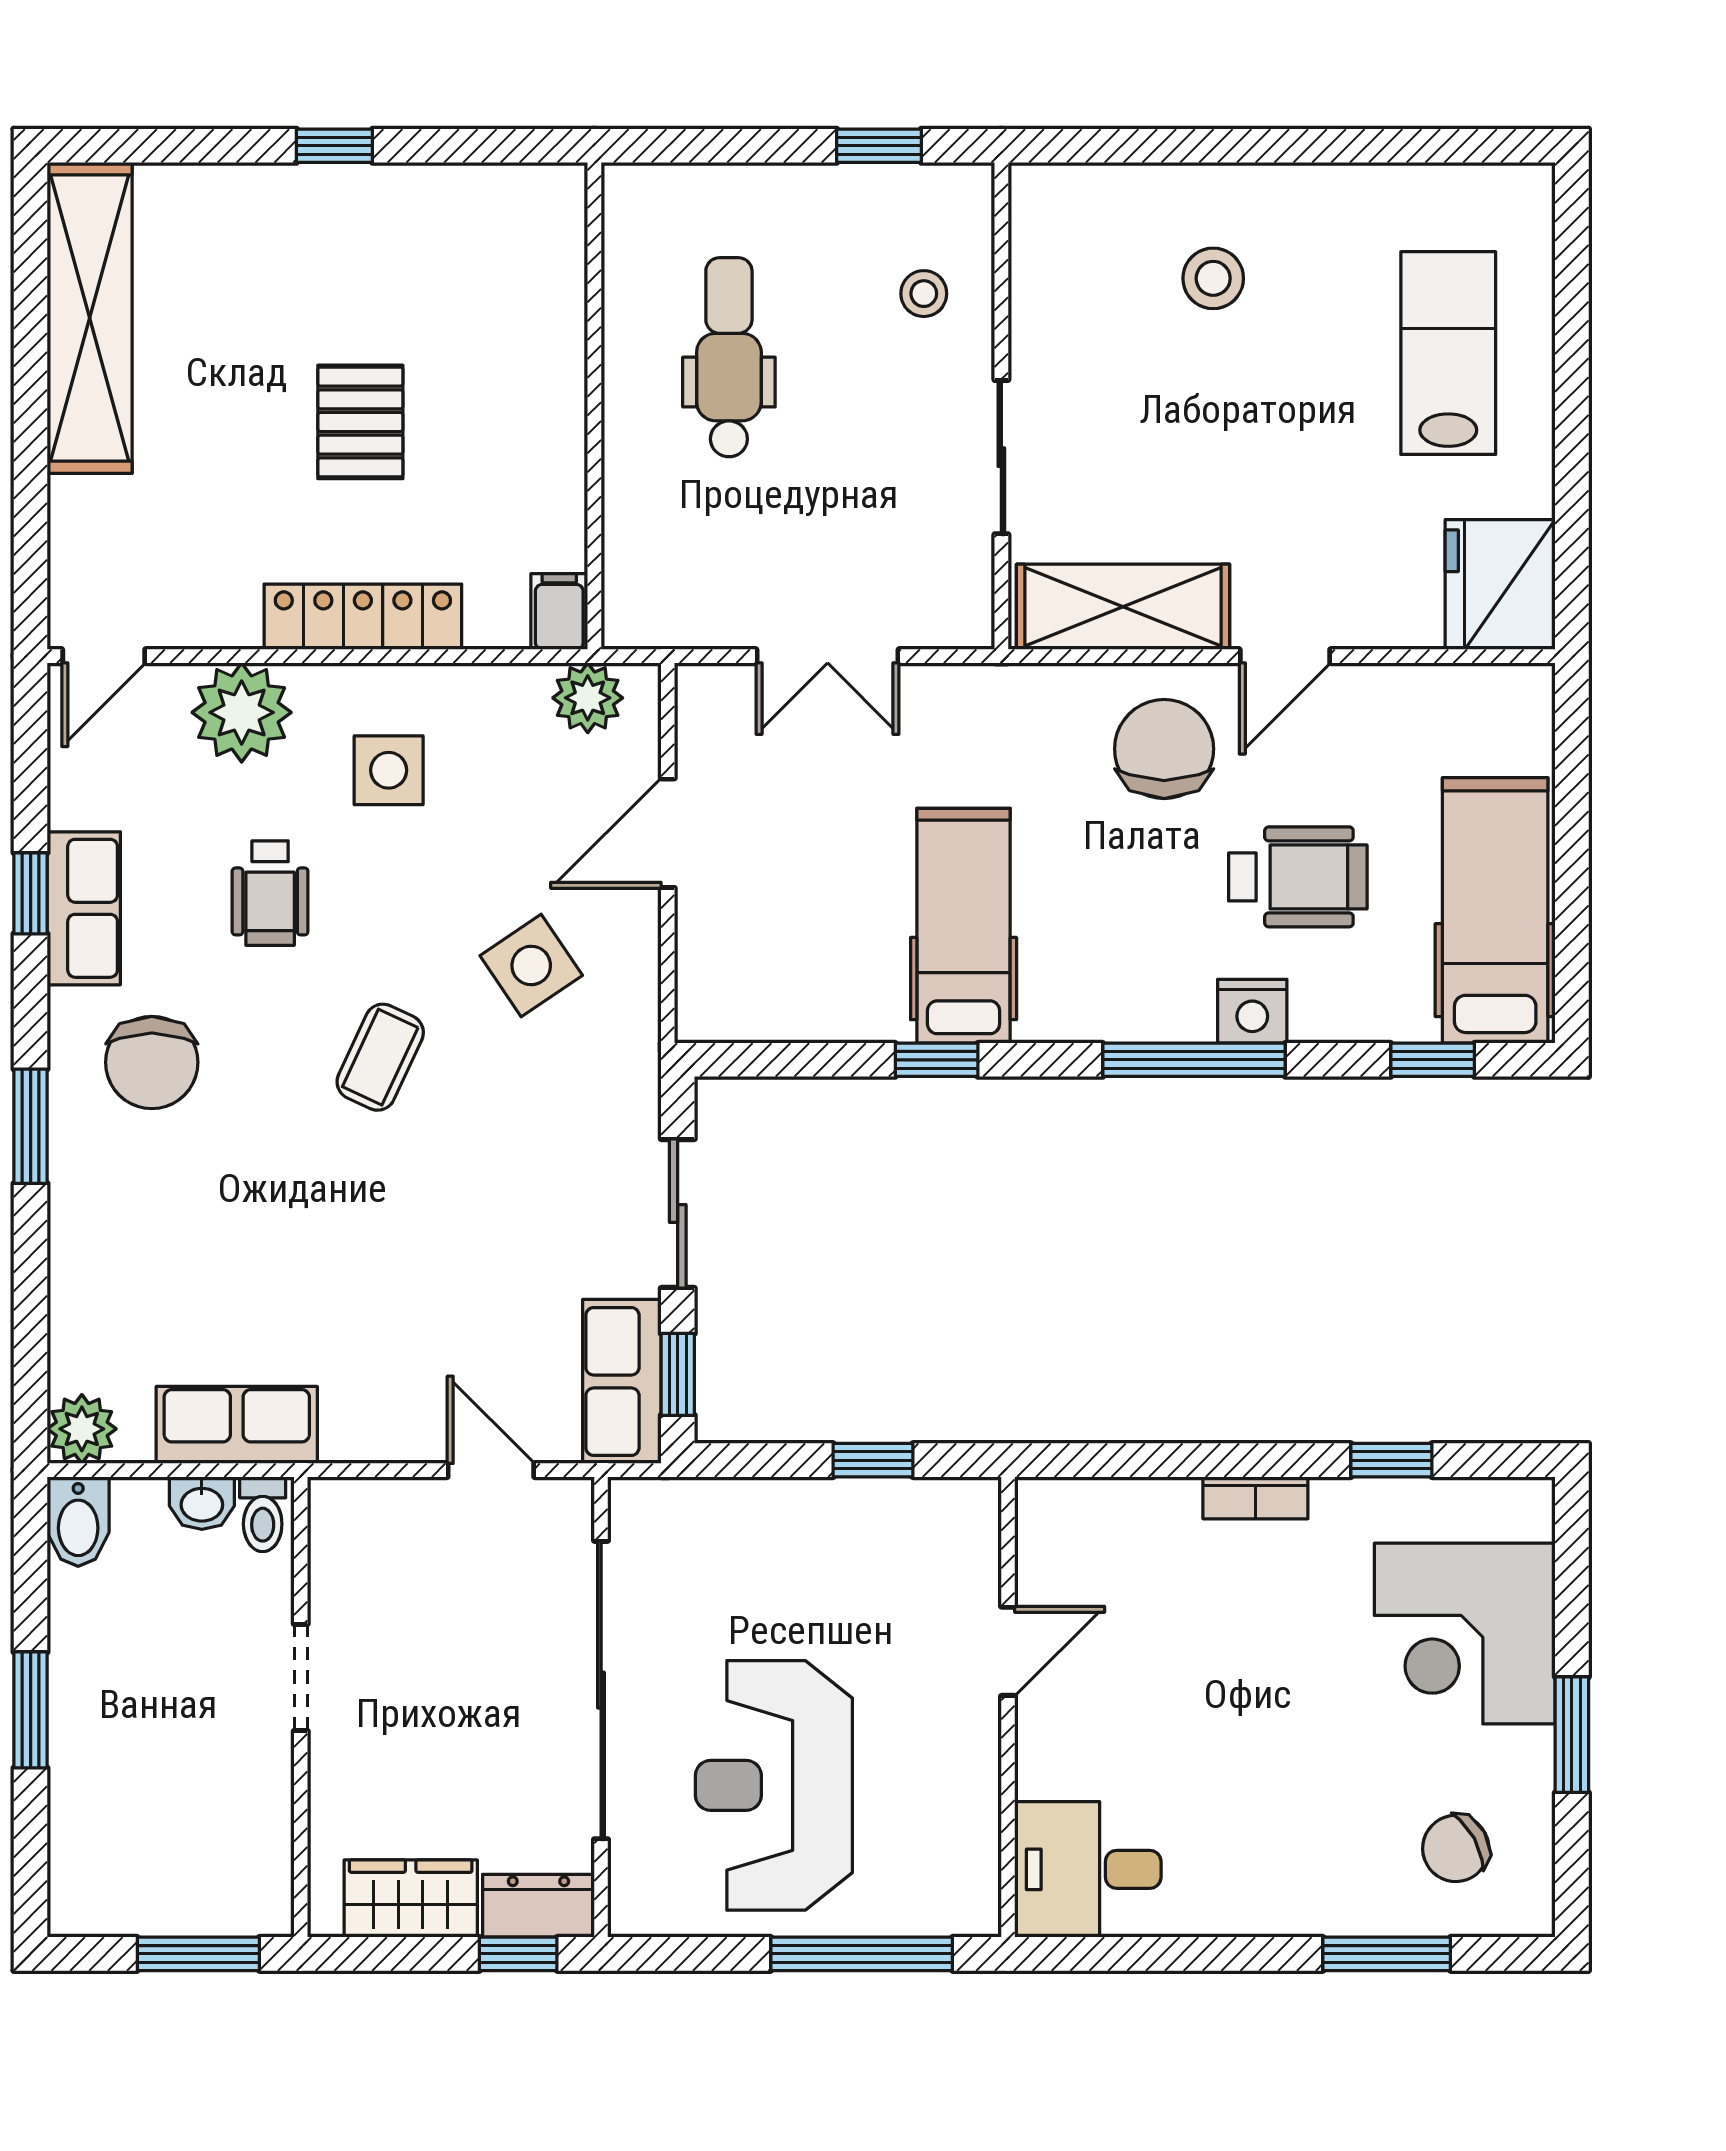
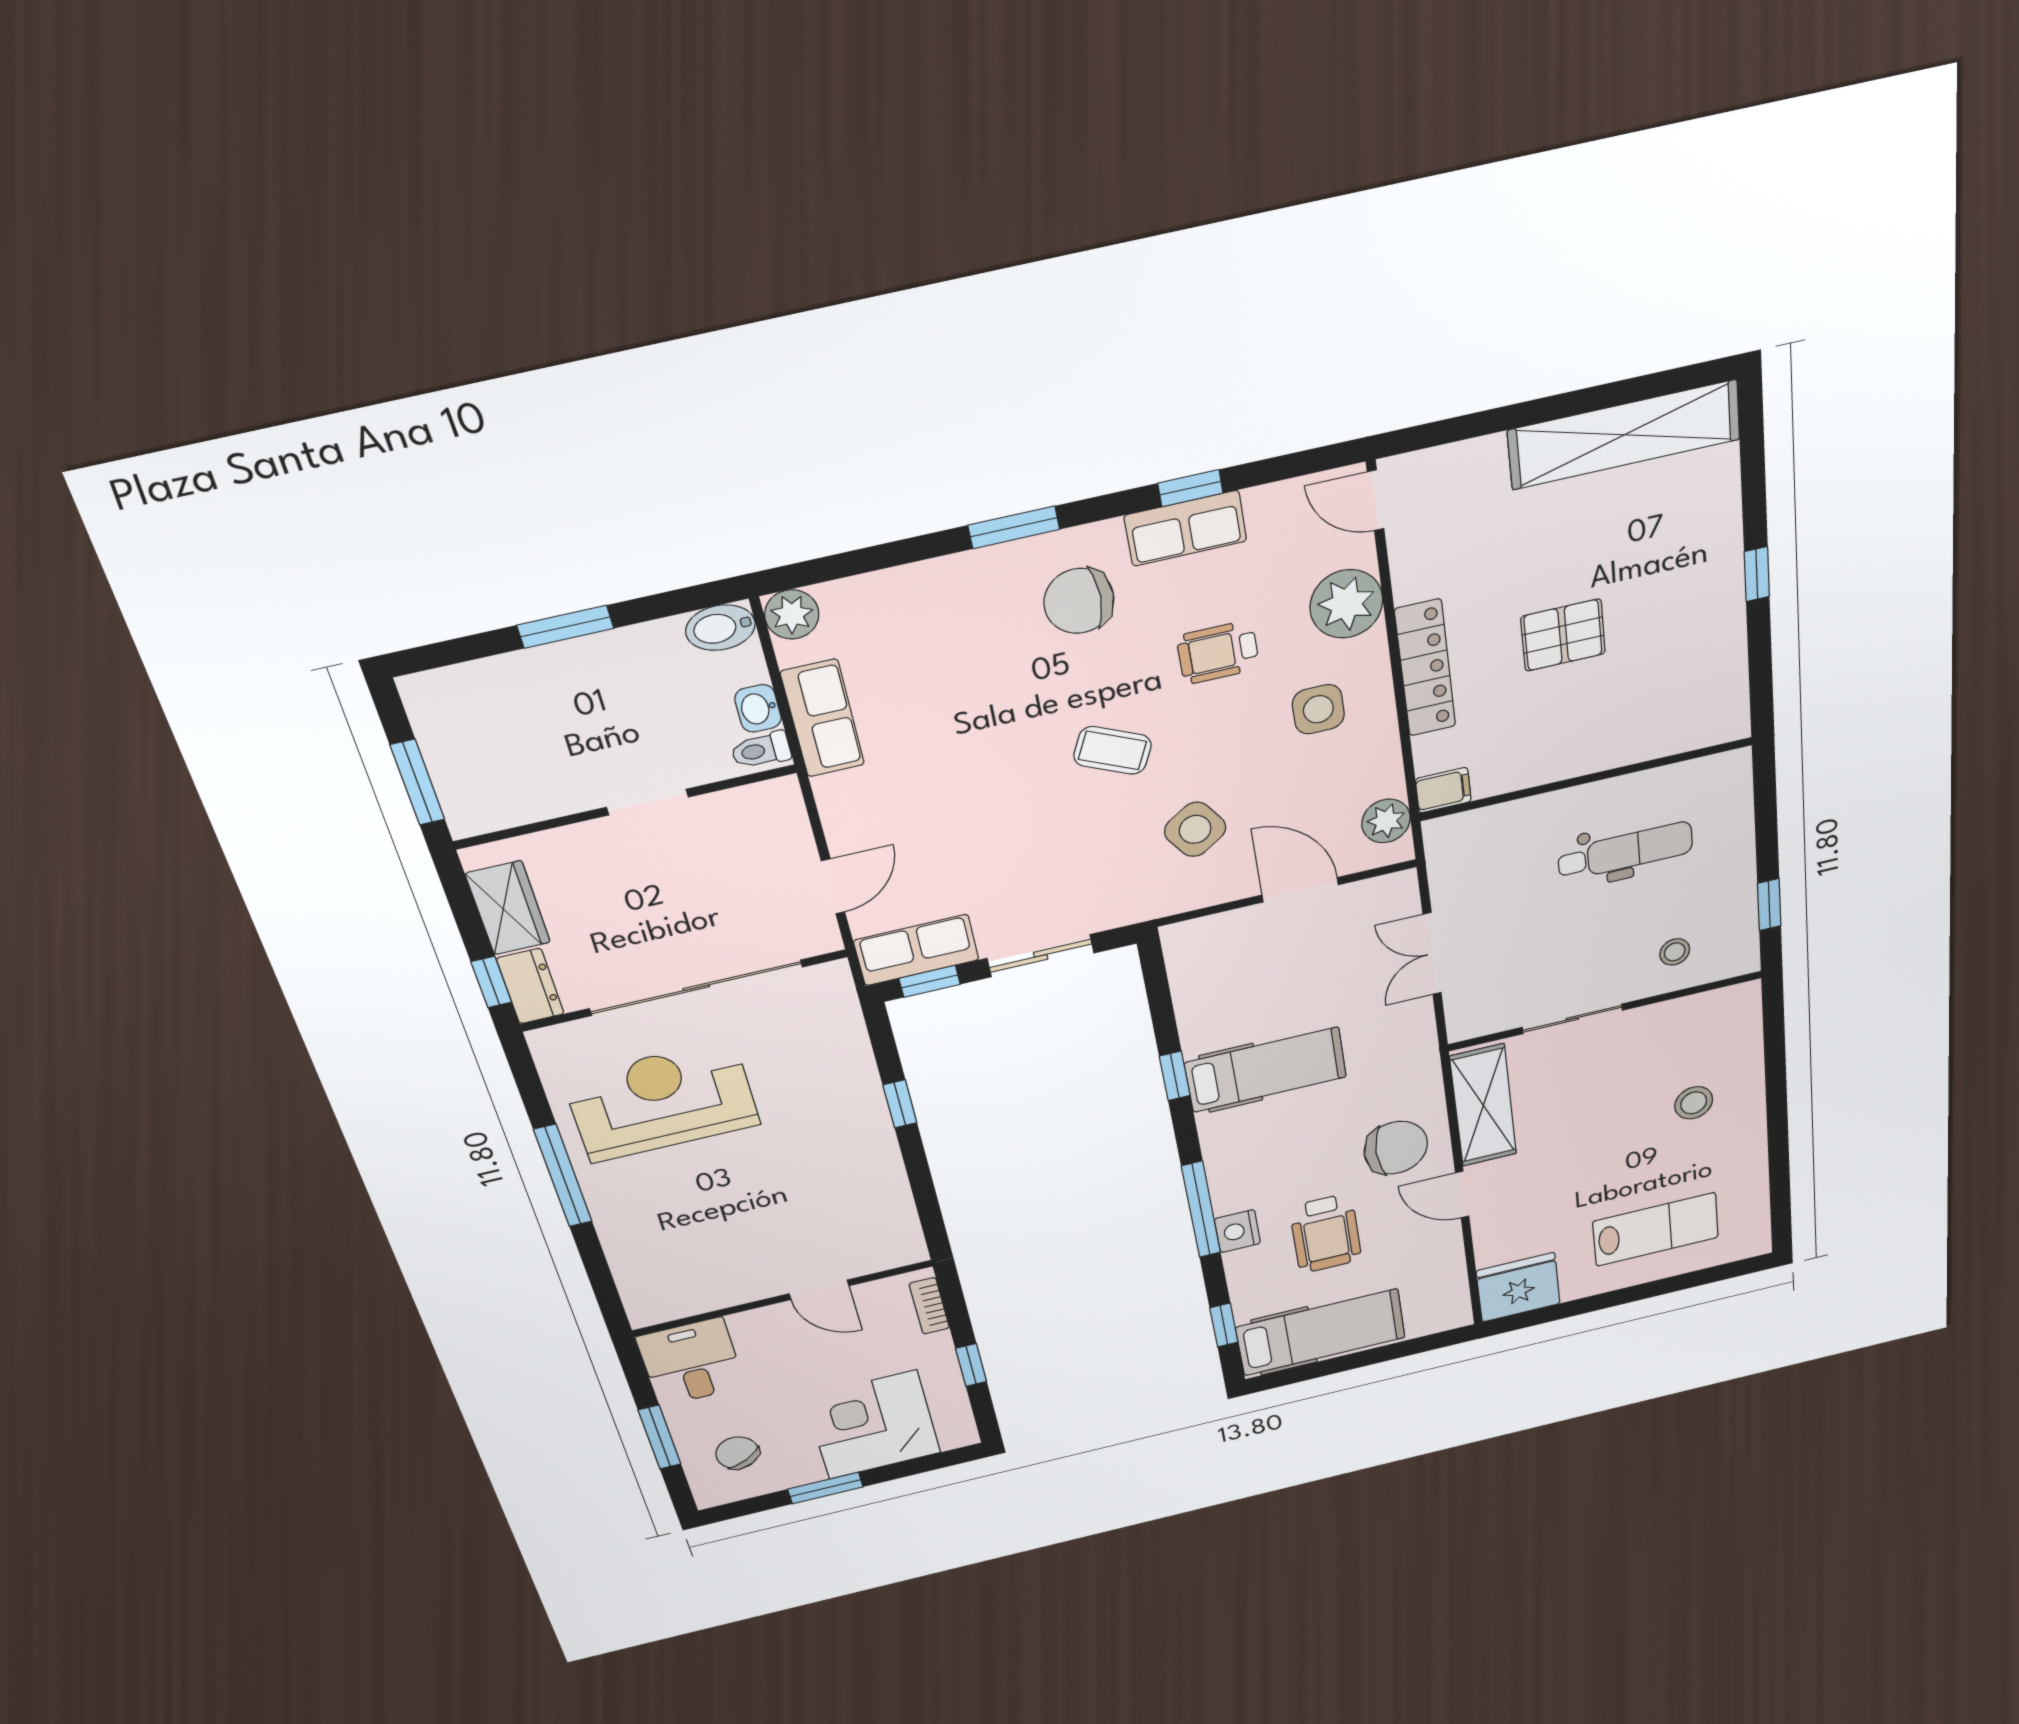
door: (1008, 1651) -> (819, 1290), moved
wall: (1008, 1707) -> (783, 1298), moved
desk: (1088, 1869) -> (691, 1362), moved

